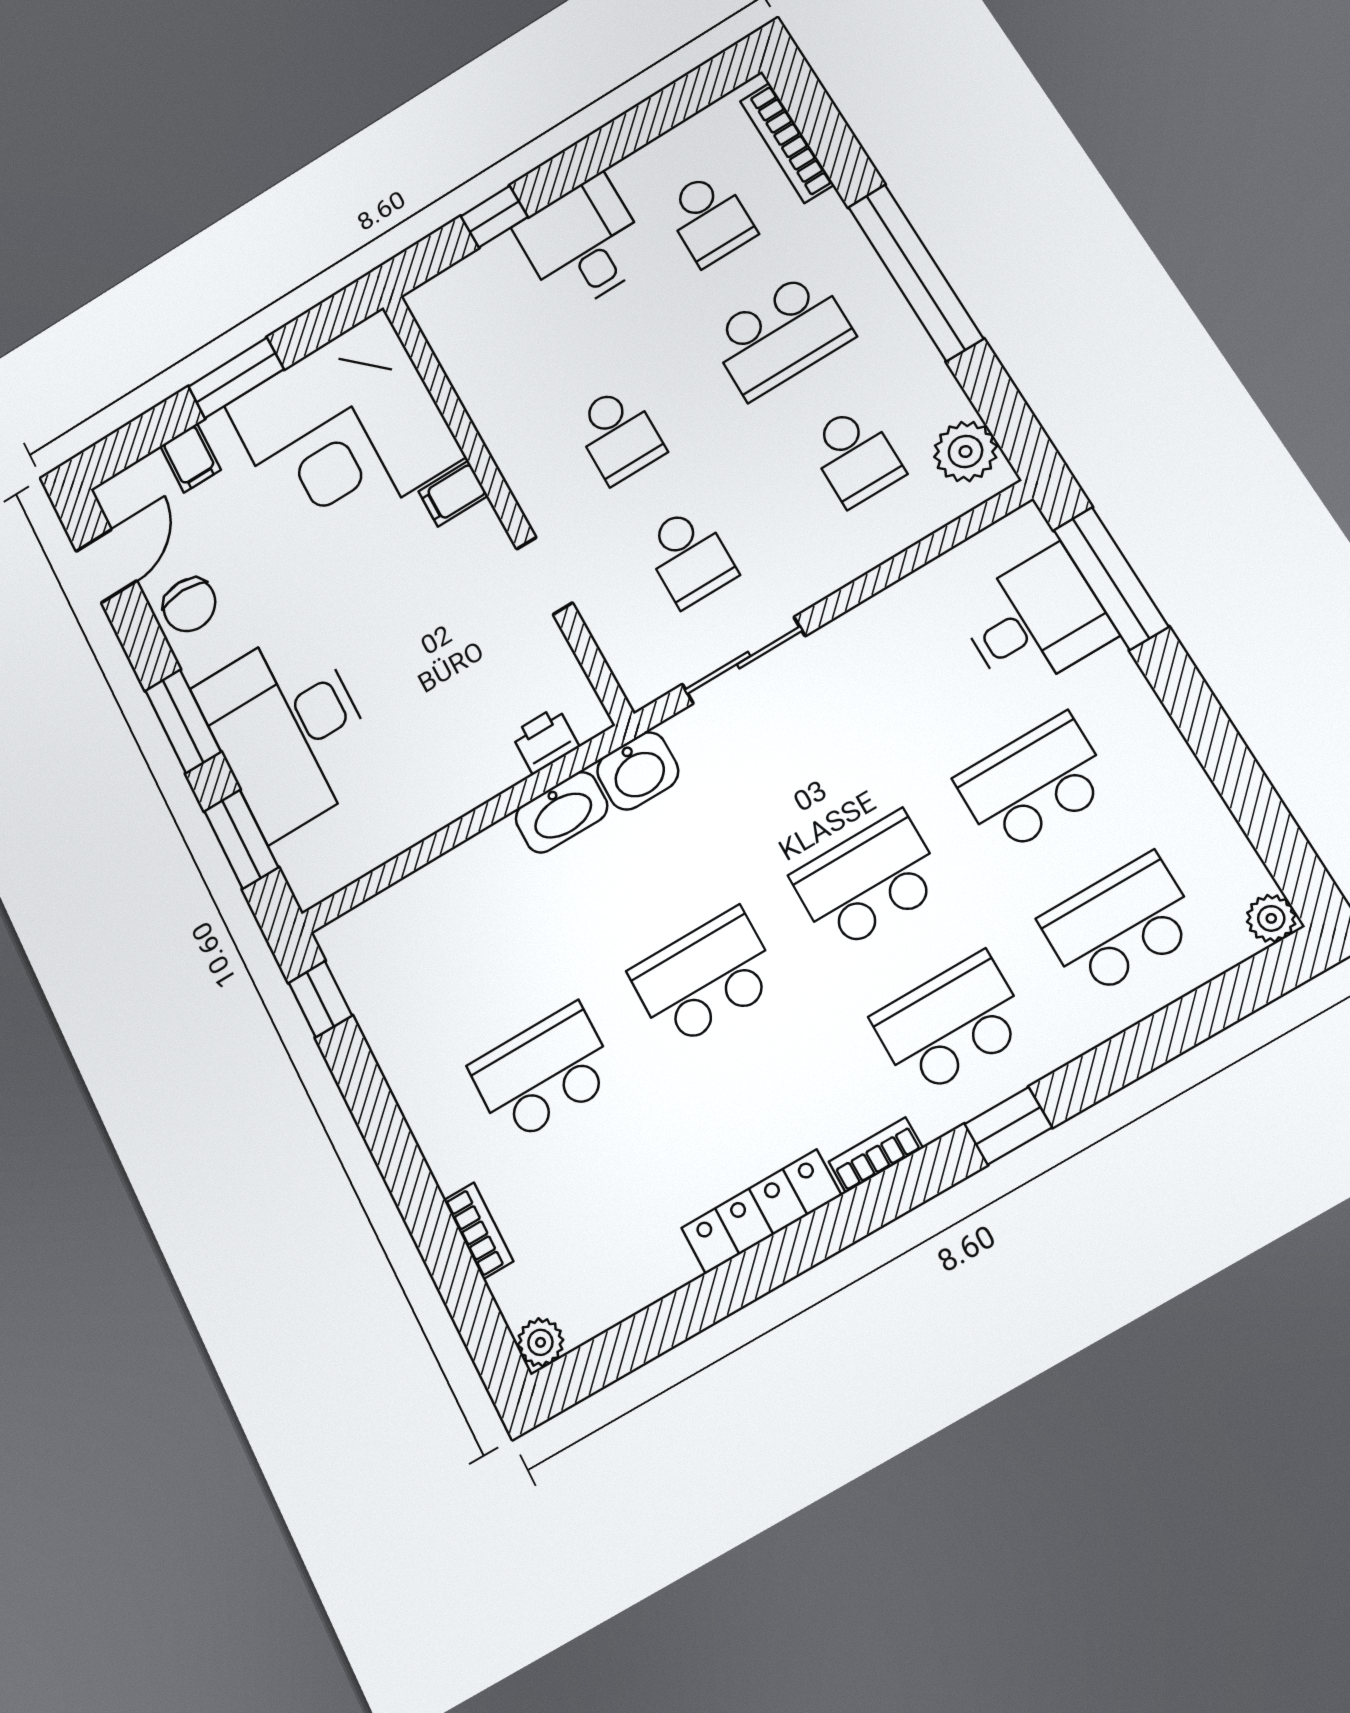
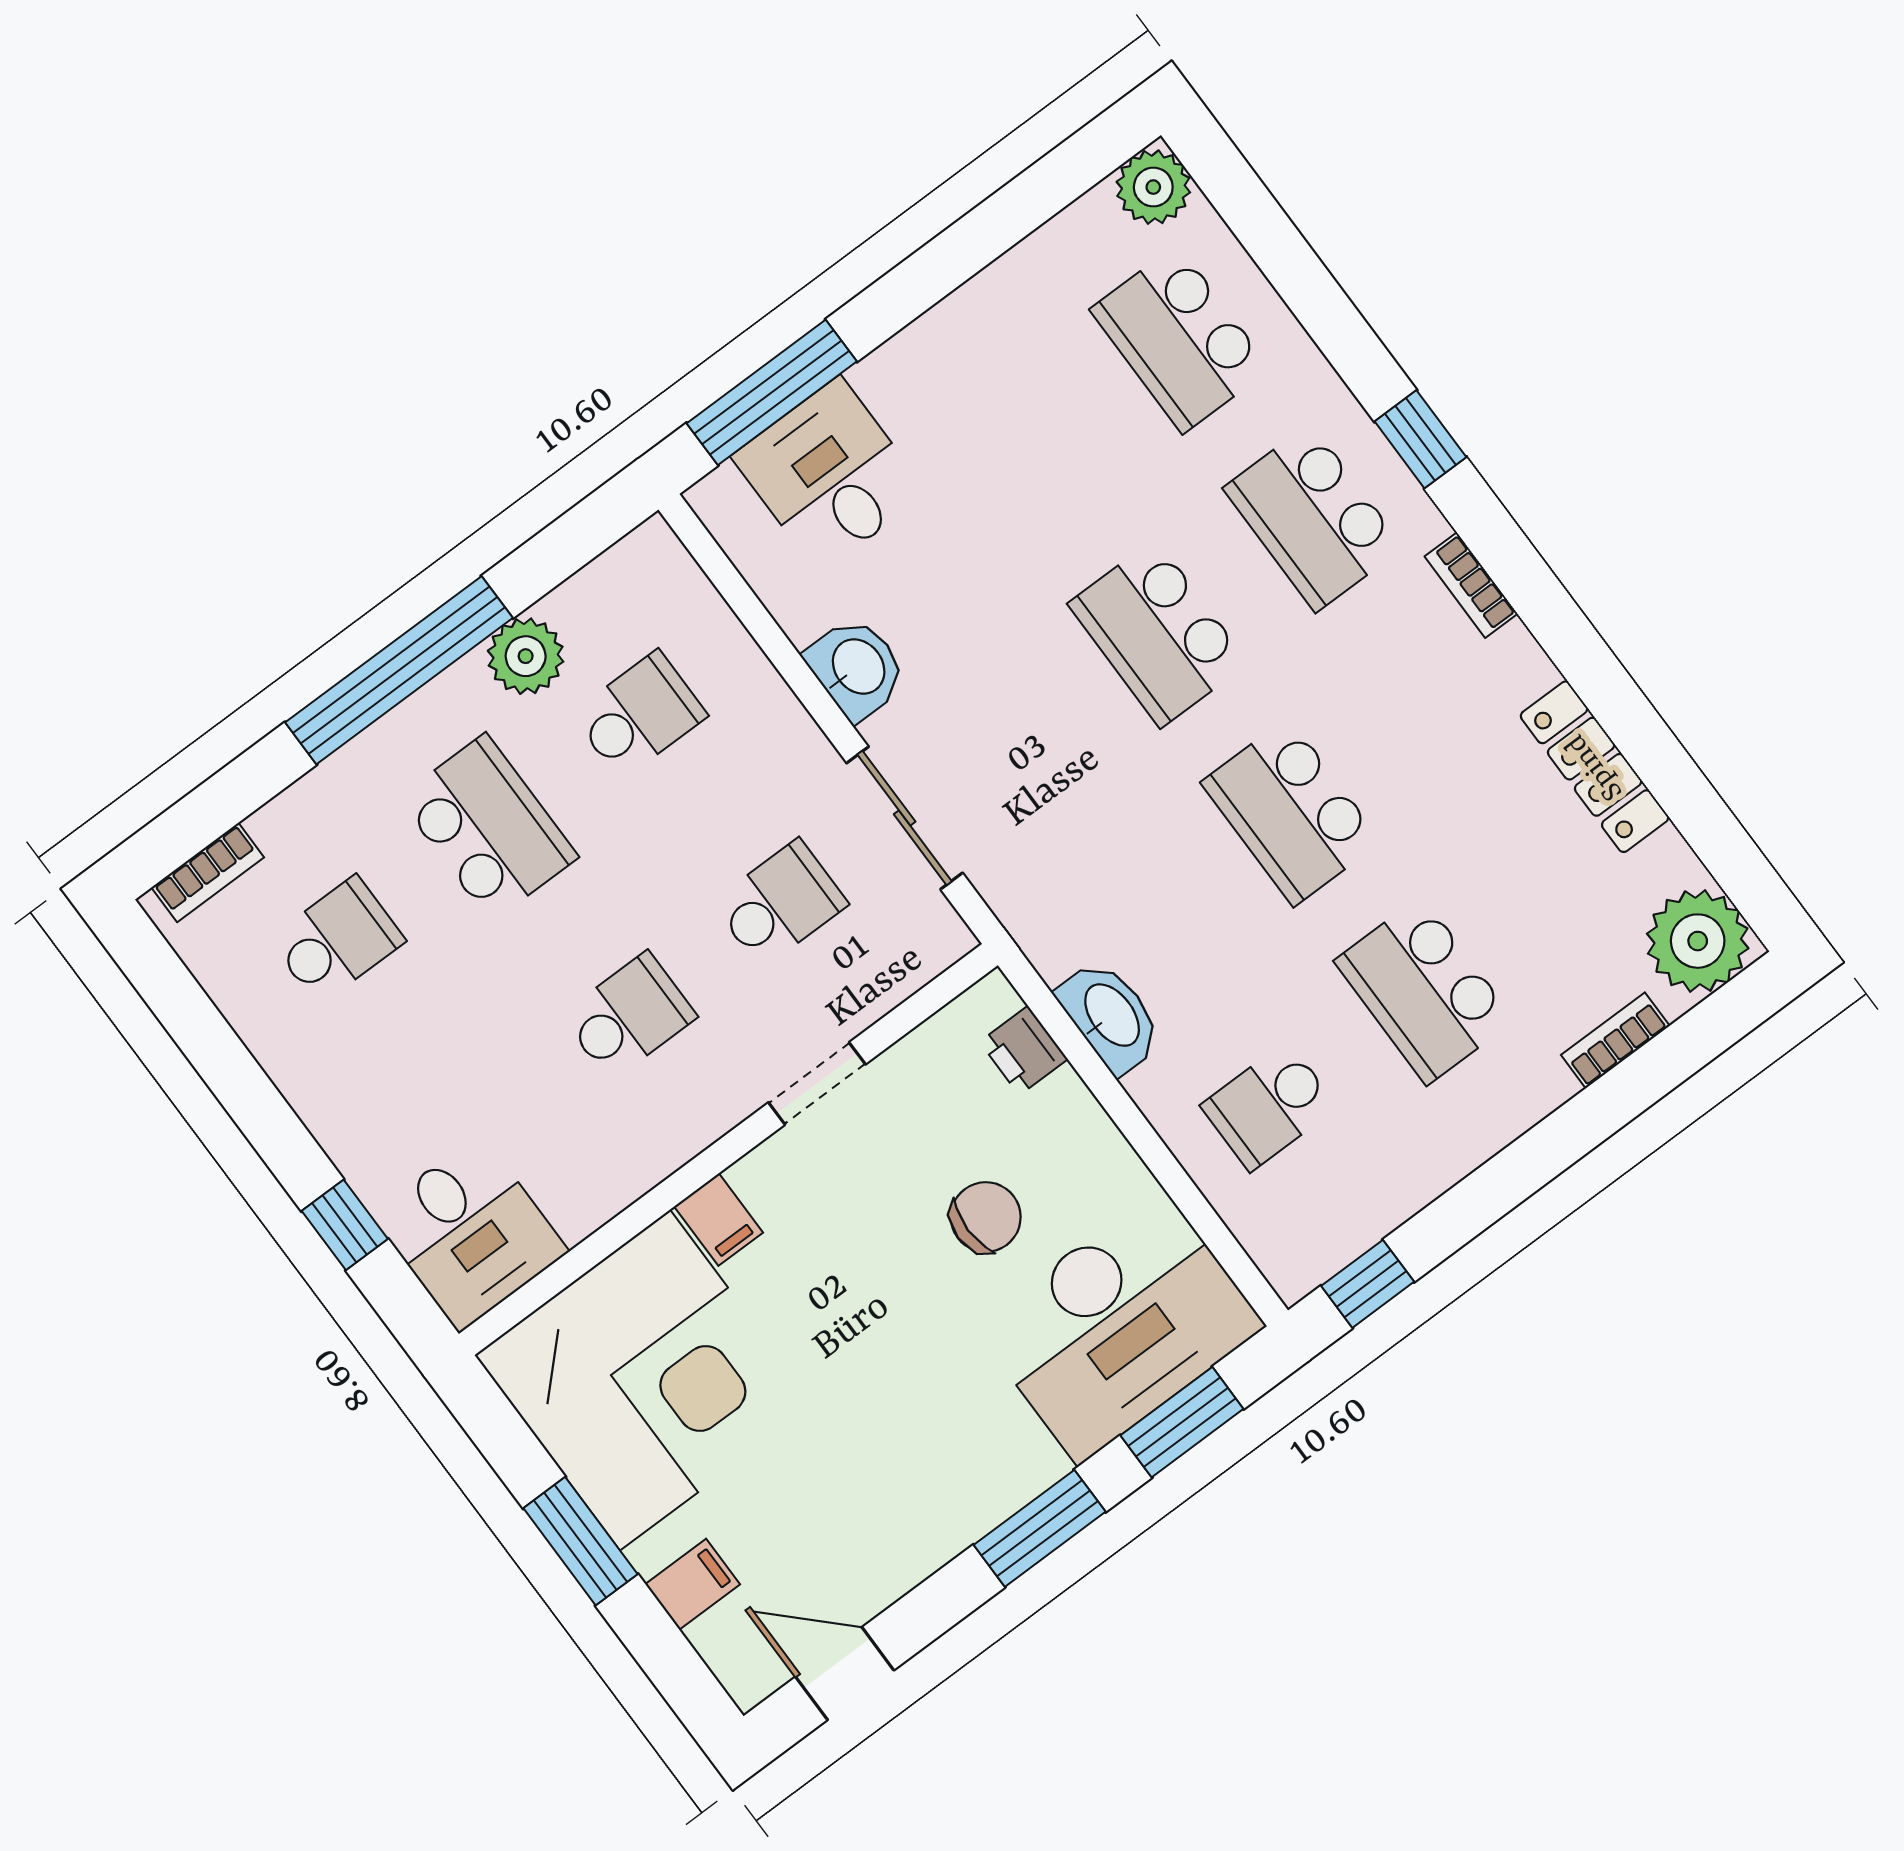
bookcase: (787, 143) -> (208, 872), width x0.64
desk: (583, 244) -> (470, 1233), moved, turned -90
plant: (965, 452) -> (526, 656), moved
chair: (189, 605) -> (986, 1217), moved
desk: (288, 730) -> (1119, 1326), moved
washbasin: (638, 771) -> (857, 668), moved
school desk: (1034, 783) -> (1269, 1106), moved, width x0.54
plant: (1271, 918) -> (1153, 187), width x1.38, depth x1.38
locker: (761, 1212) -> (1595, 767), moved
plant: (540, 1342) -> (1698, 941), width x1.88, depth x1.88

